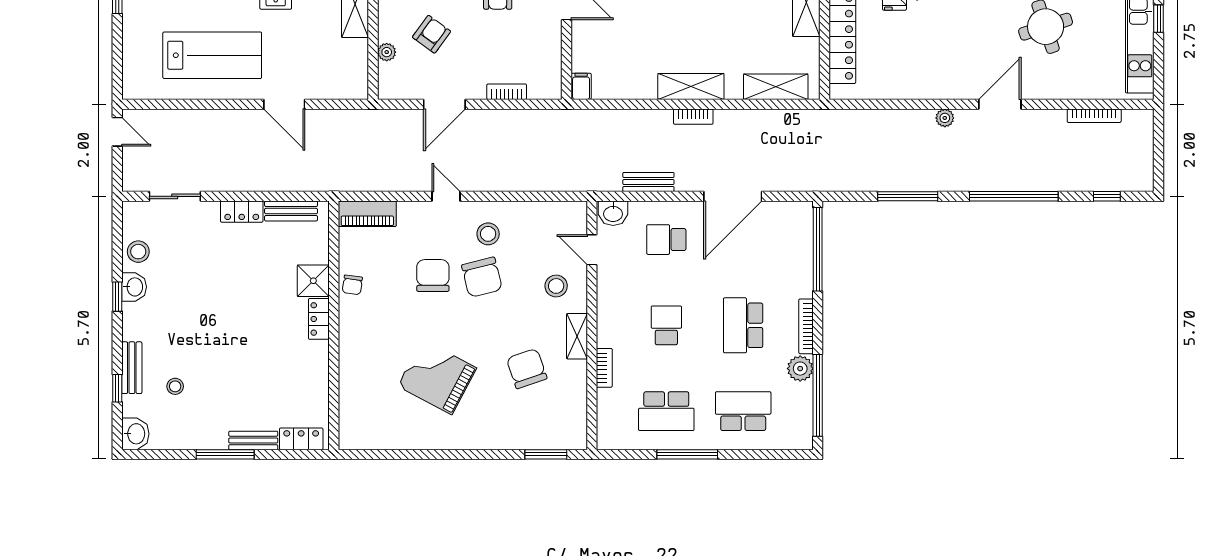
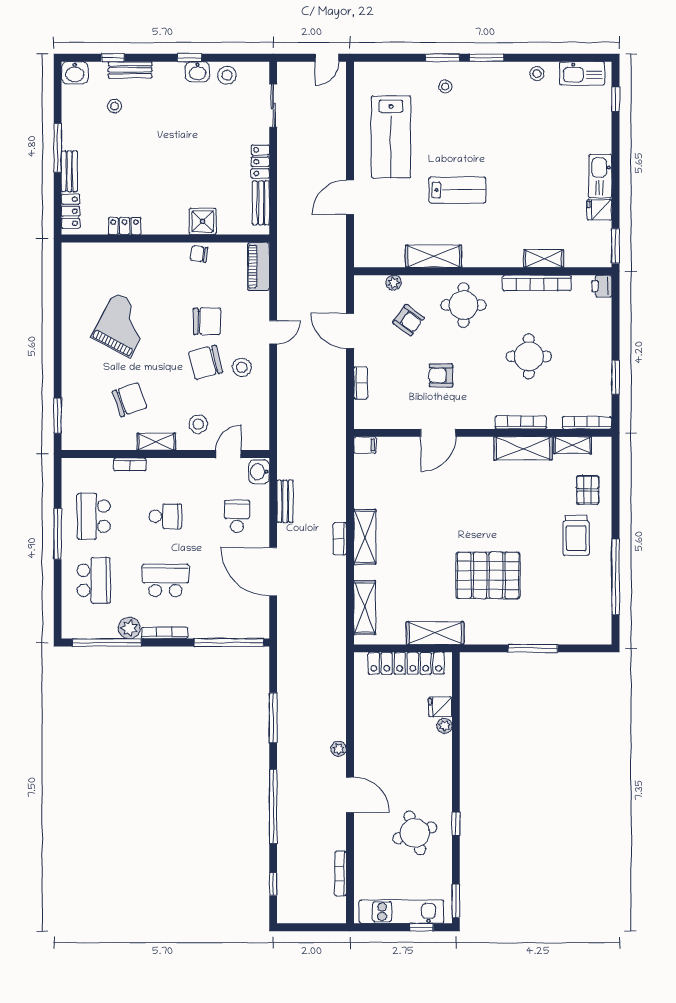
locker: (319, 319) -> (125, 226), moved

